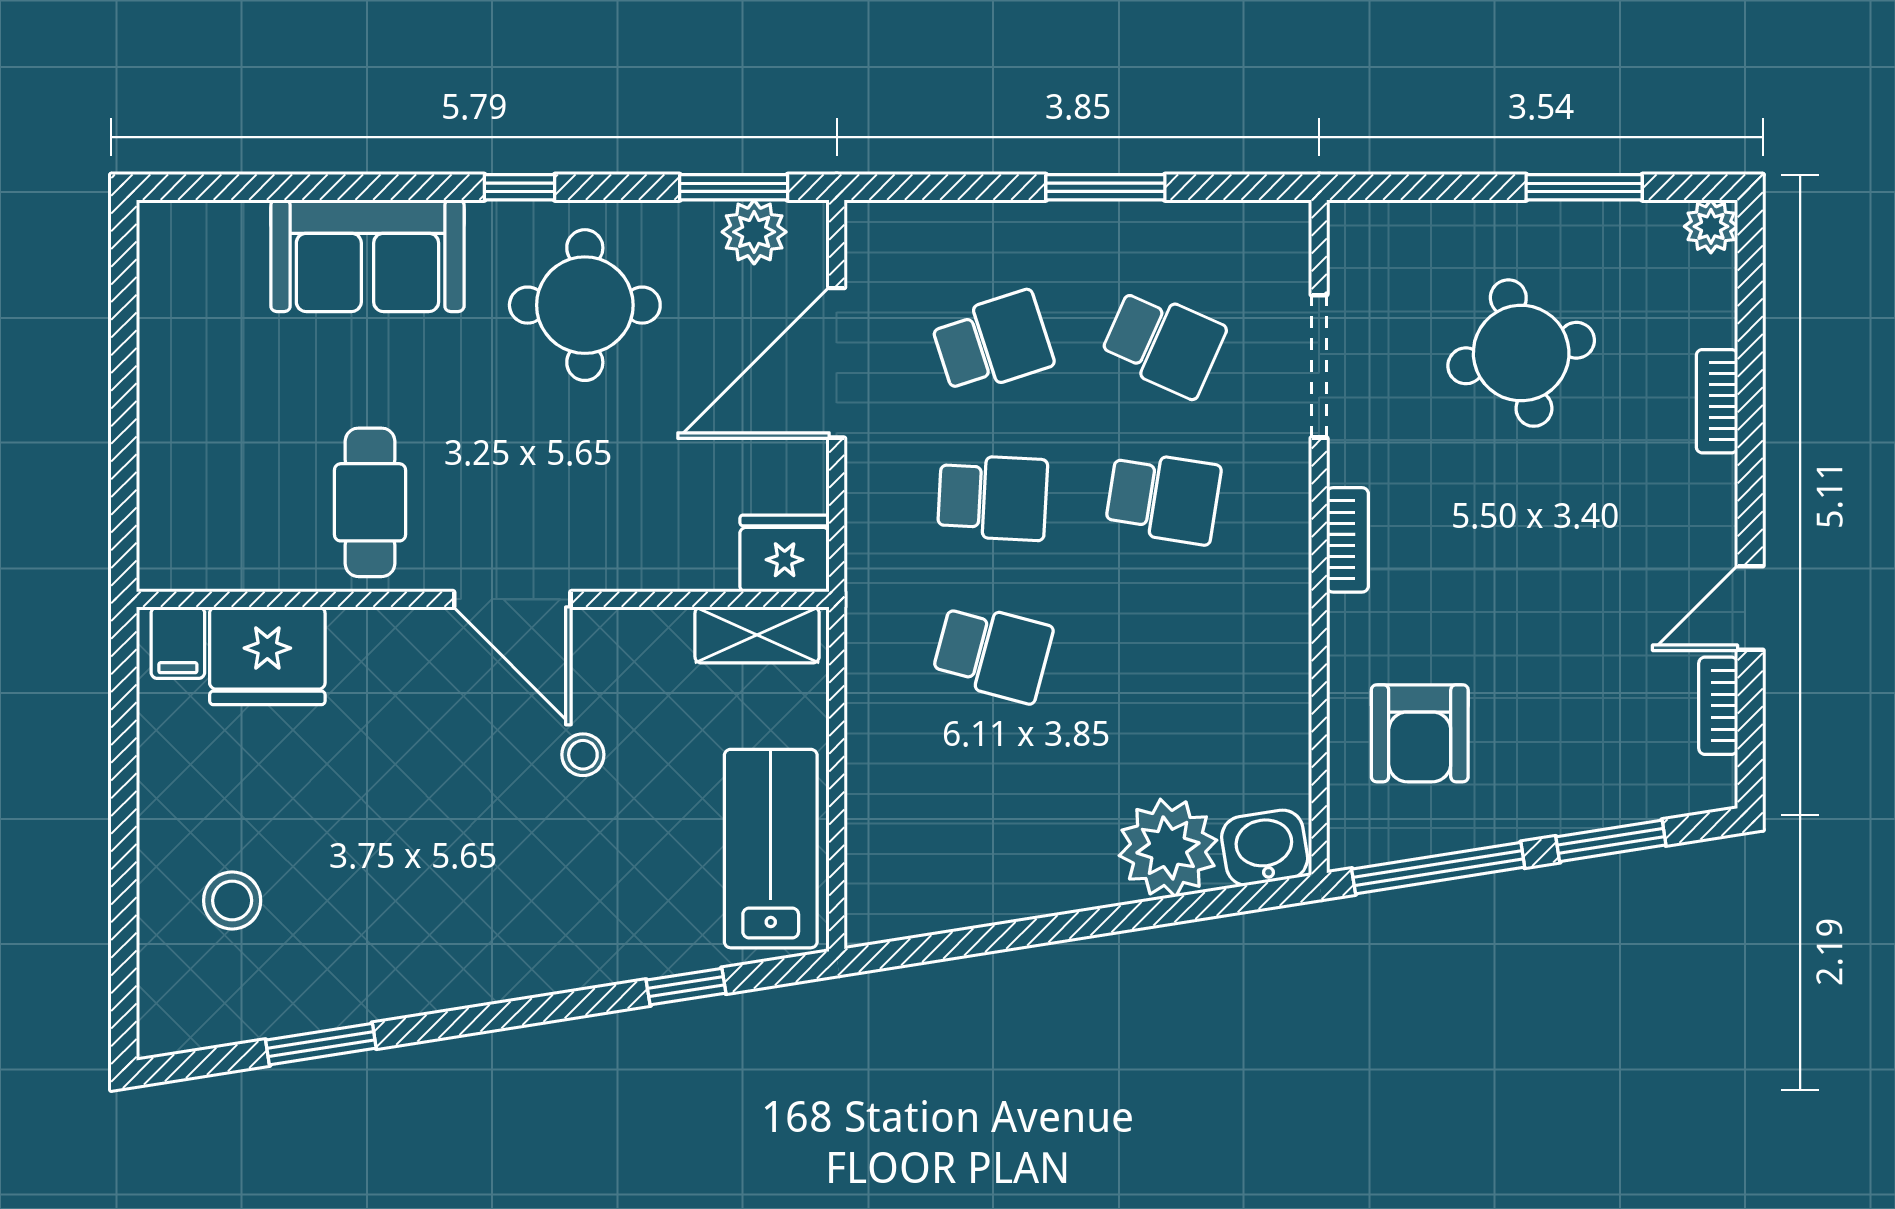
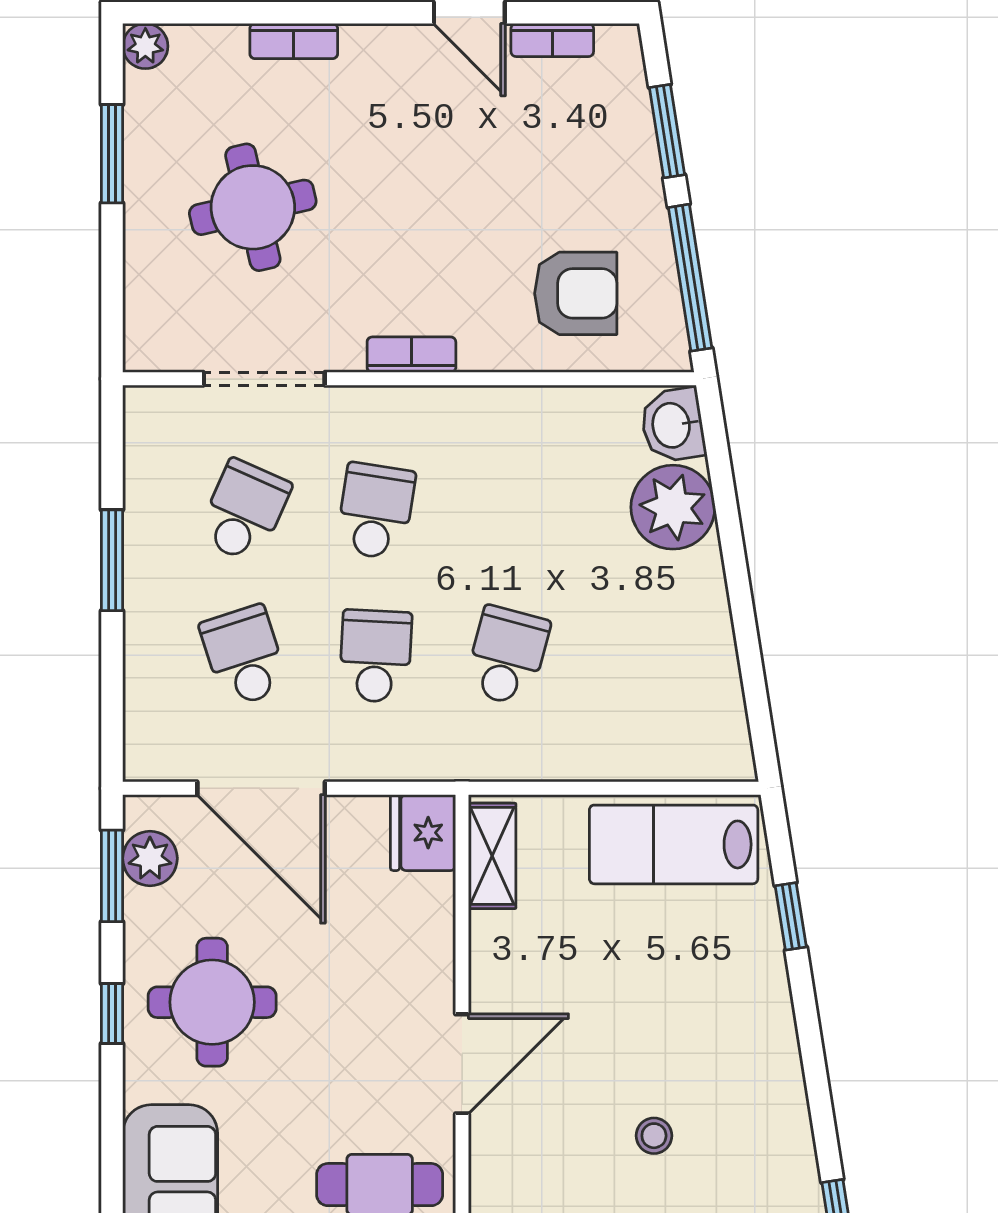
window: (520, 187) -> (112, 1013), moved
stool: (583, 755) -> (654, 1136), moved

